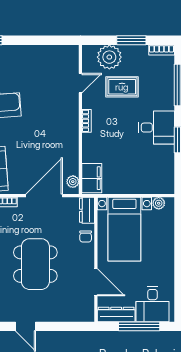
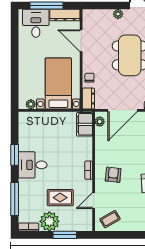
window: (131, 40) -> (65, 235), moved
plant: (109, 57) -> (49, 221), moved
coffee table: (60, 60) -> (110, 219), added
armchair: (56, 115) -> (113, 175), added
plant: (50, 316) -> (118, 14), added

